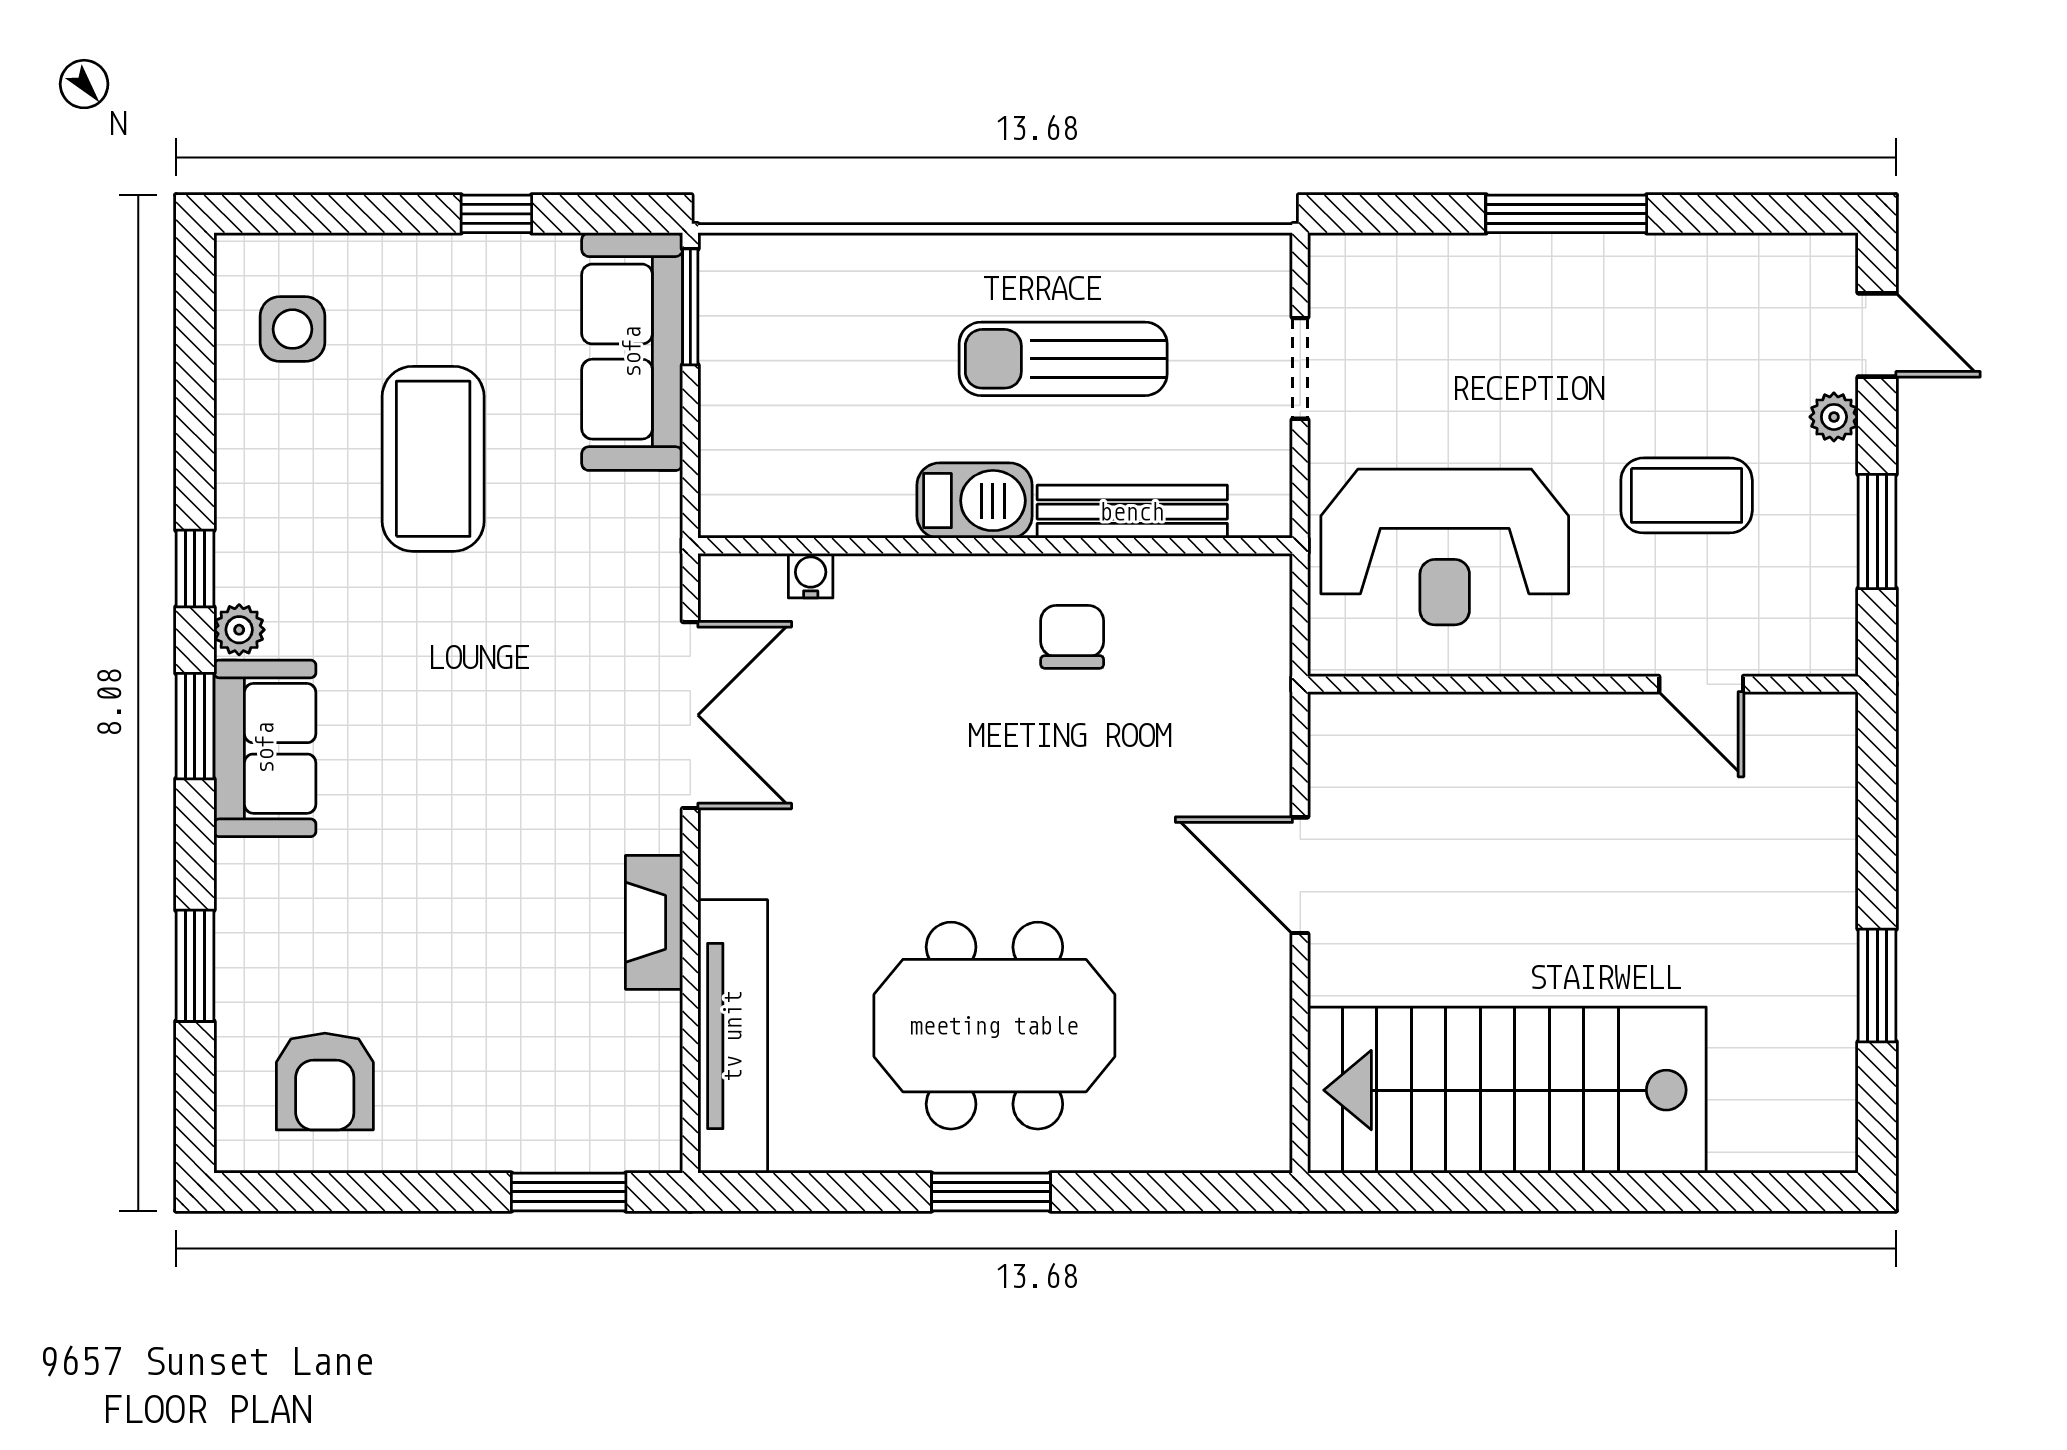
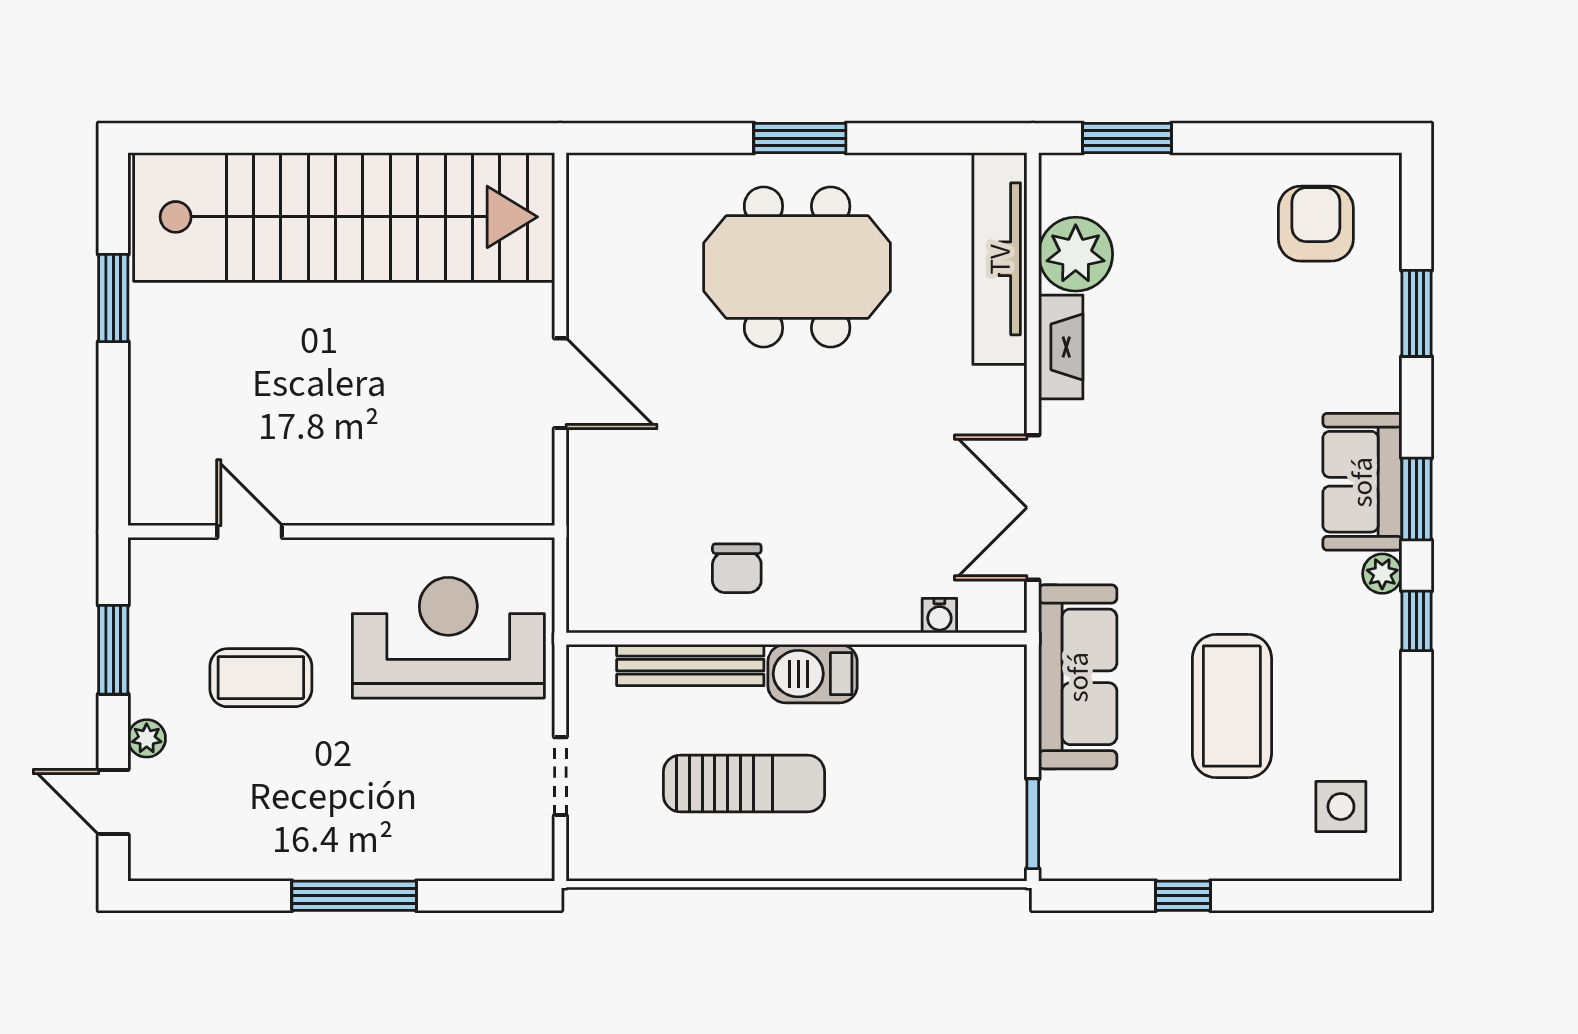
sofa: (632, 352) -> (1078, 677), moved
plant: (635, 1042) -> (1076, 254), added
stairs: (1507, 1090) -> (344, 217), width x1.36

